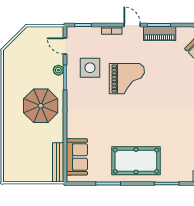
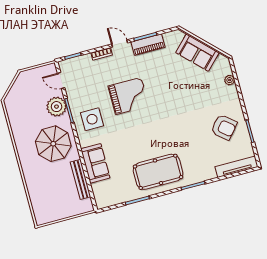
side table: (90, 68) -> (92, 119), moved
plant: (58, 70) -> (57, 107), width x1.87, depth x1.87
sofa: (77, 157) -> (95, 163), moved
bench: (58, 162) -> (81, 179), moved

